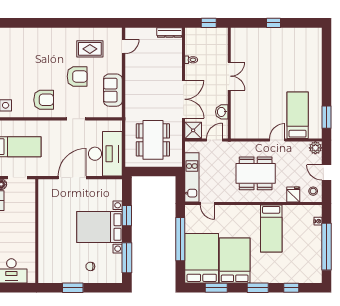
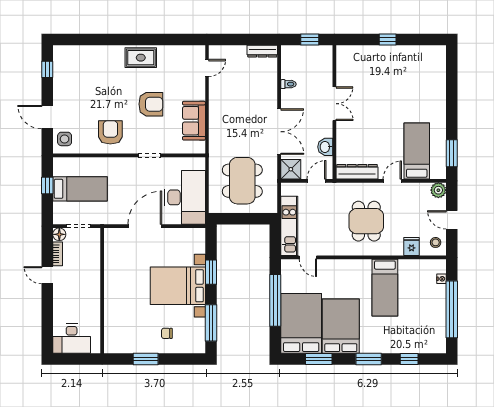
rug: (90, 49) -> (141, 58), moved
armchair: (44, 100) -> (110, 132), turned -90
dresser: (248, 132) -> (357, 172), added
dining table: (256, 173) -> (366, 221), width x0.73

